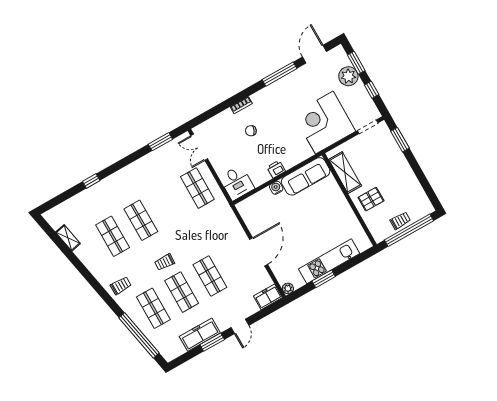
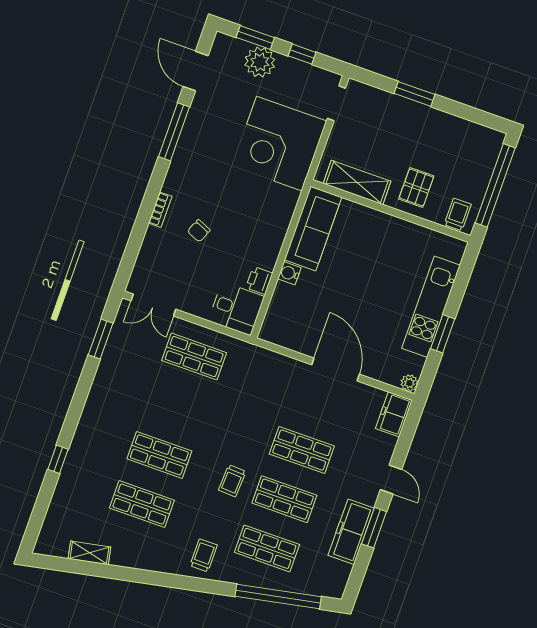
window: (400, 140) -> (415, 94), moved
printer: (276, 169) -> (259, 280), moved
trolley: (400, 221) -> (458, 214), moved

